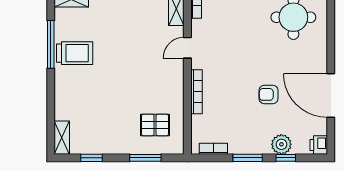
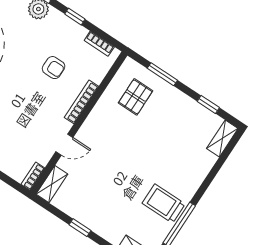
armchair: (269, 94) -> (54, 68), moved
pallet: (155, 125) -> (135, 97), turned 90
window: (248, 158) -> (75, 17), width x0.67

